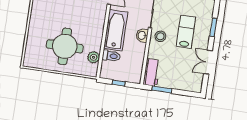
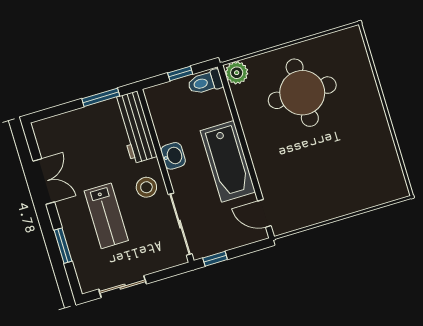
washbasin: (142, 35) -> (173, 156), moved
toilet: (111, 56) -> (205, 82), moved
plant: (94, 57) -> (237, 73), moved
workbench: (152, 72) -> (135, 127), width x1.38

